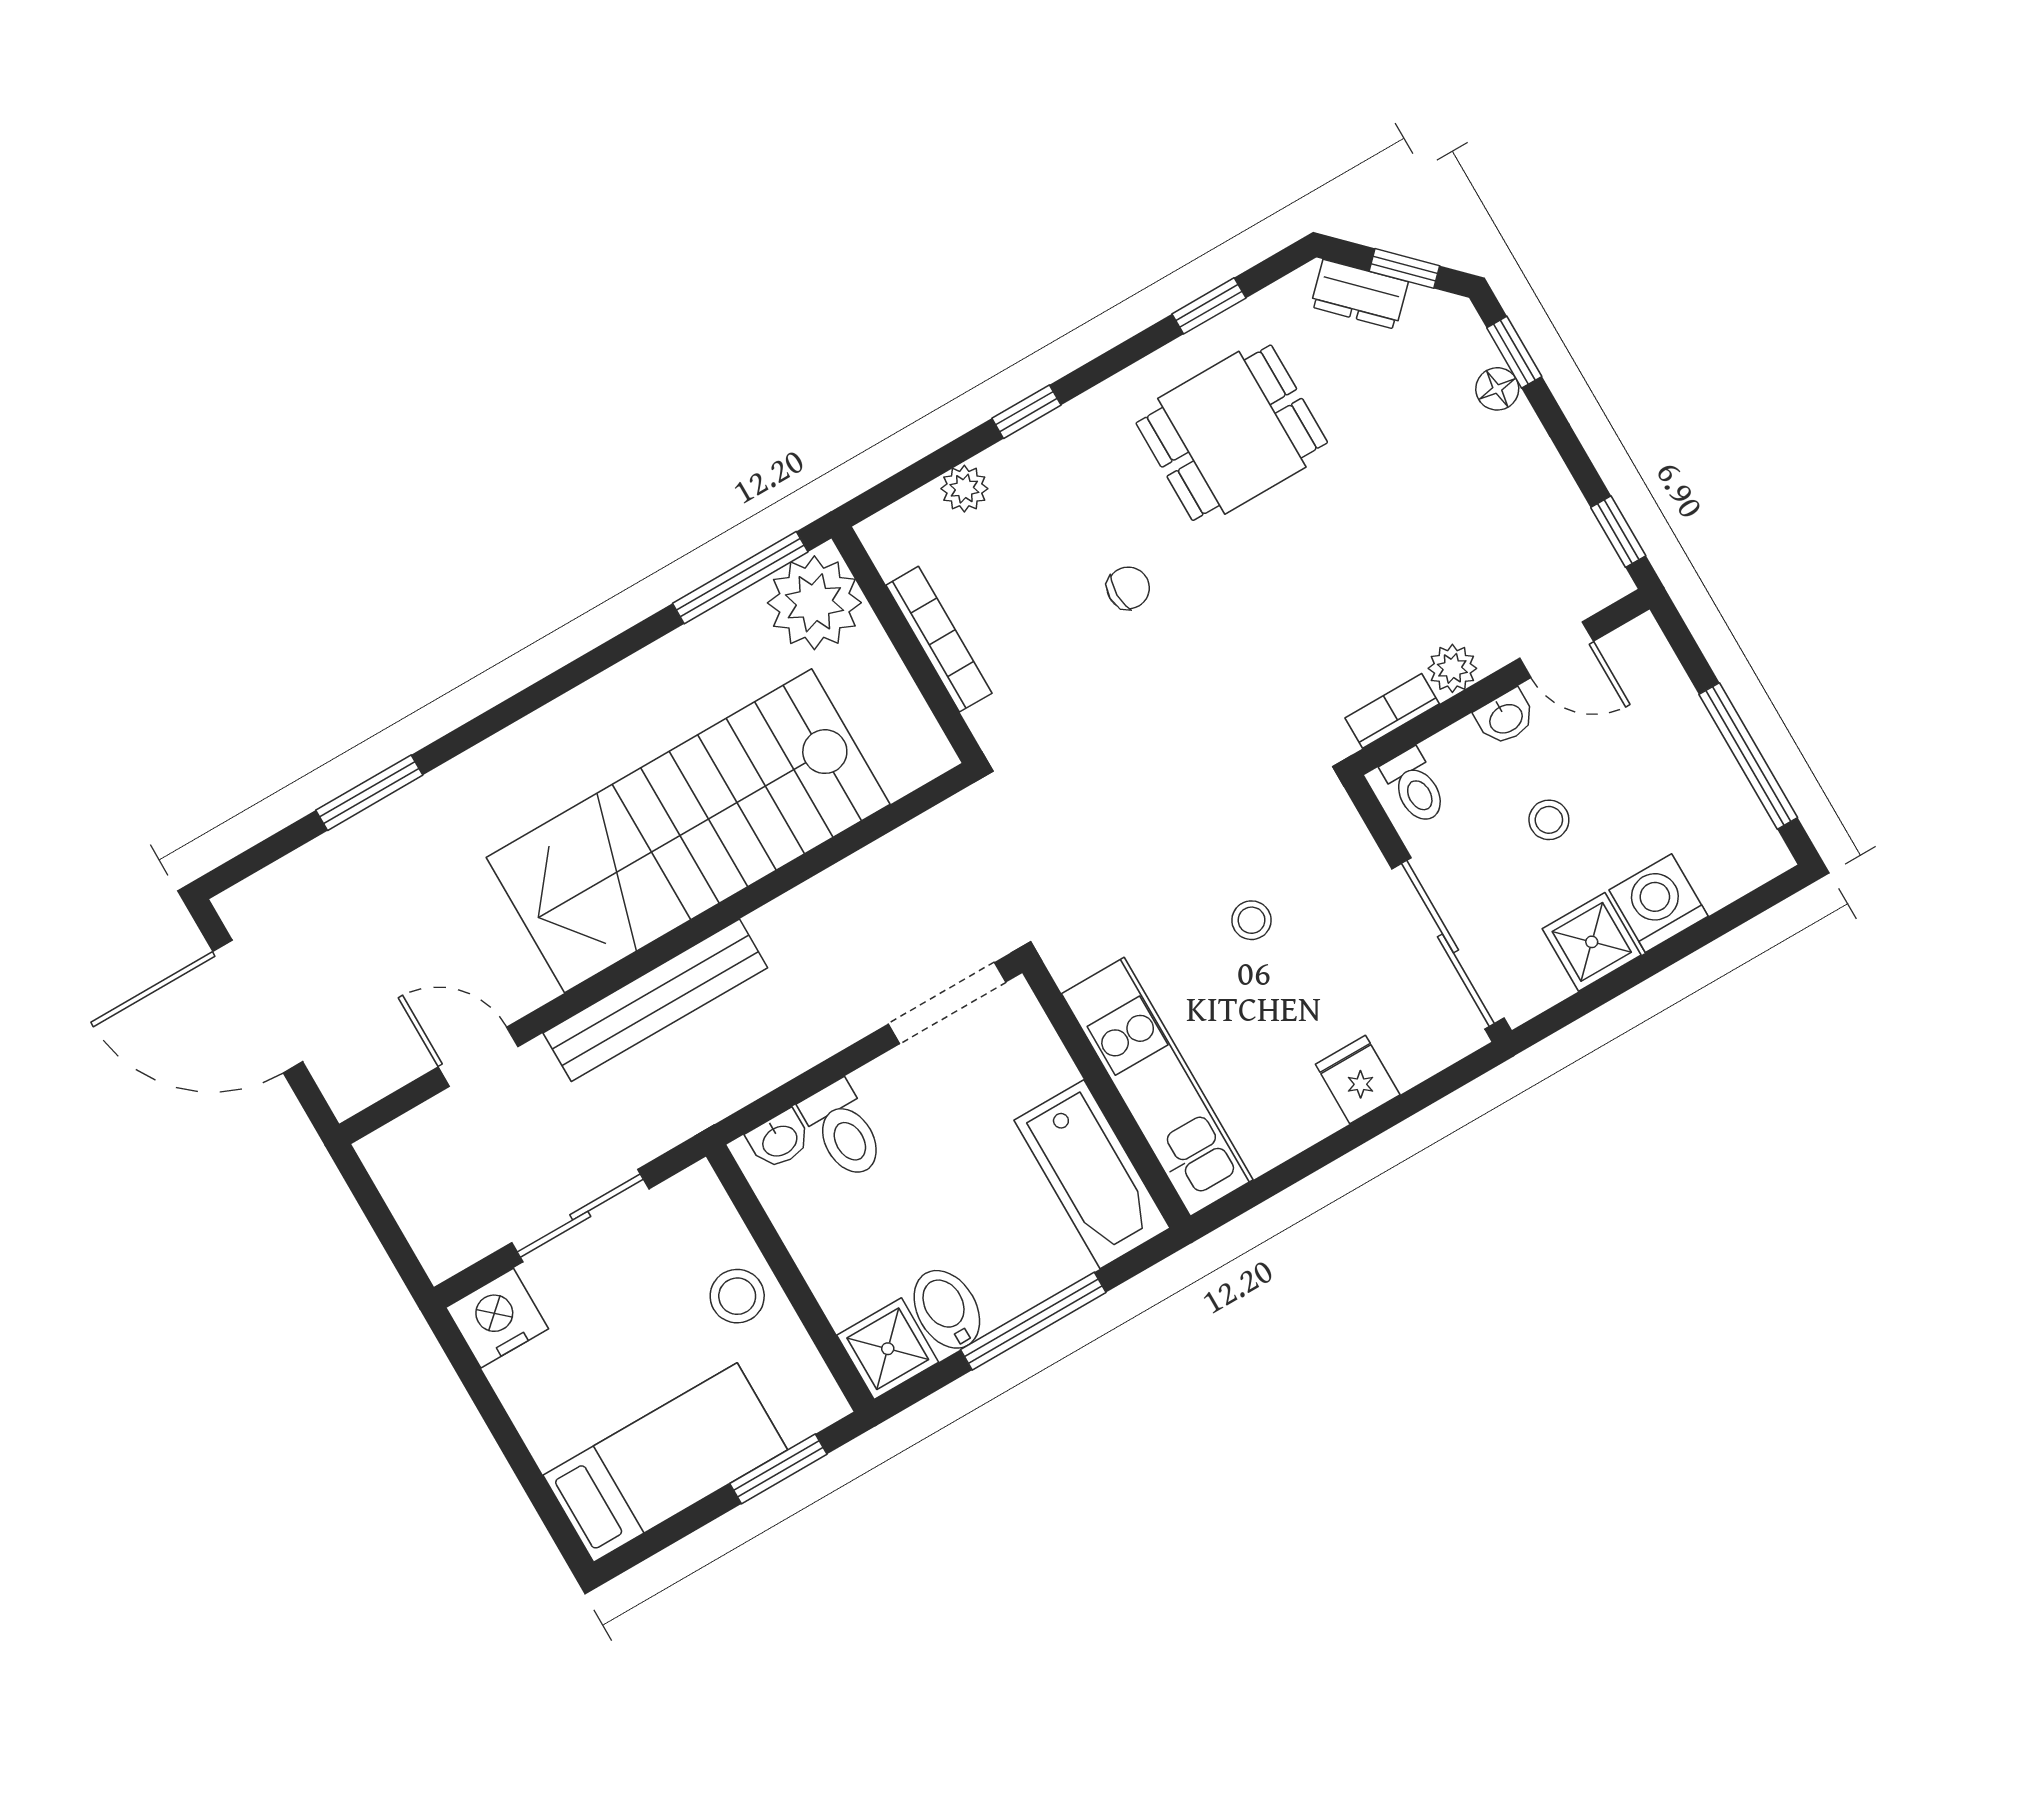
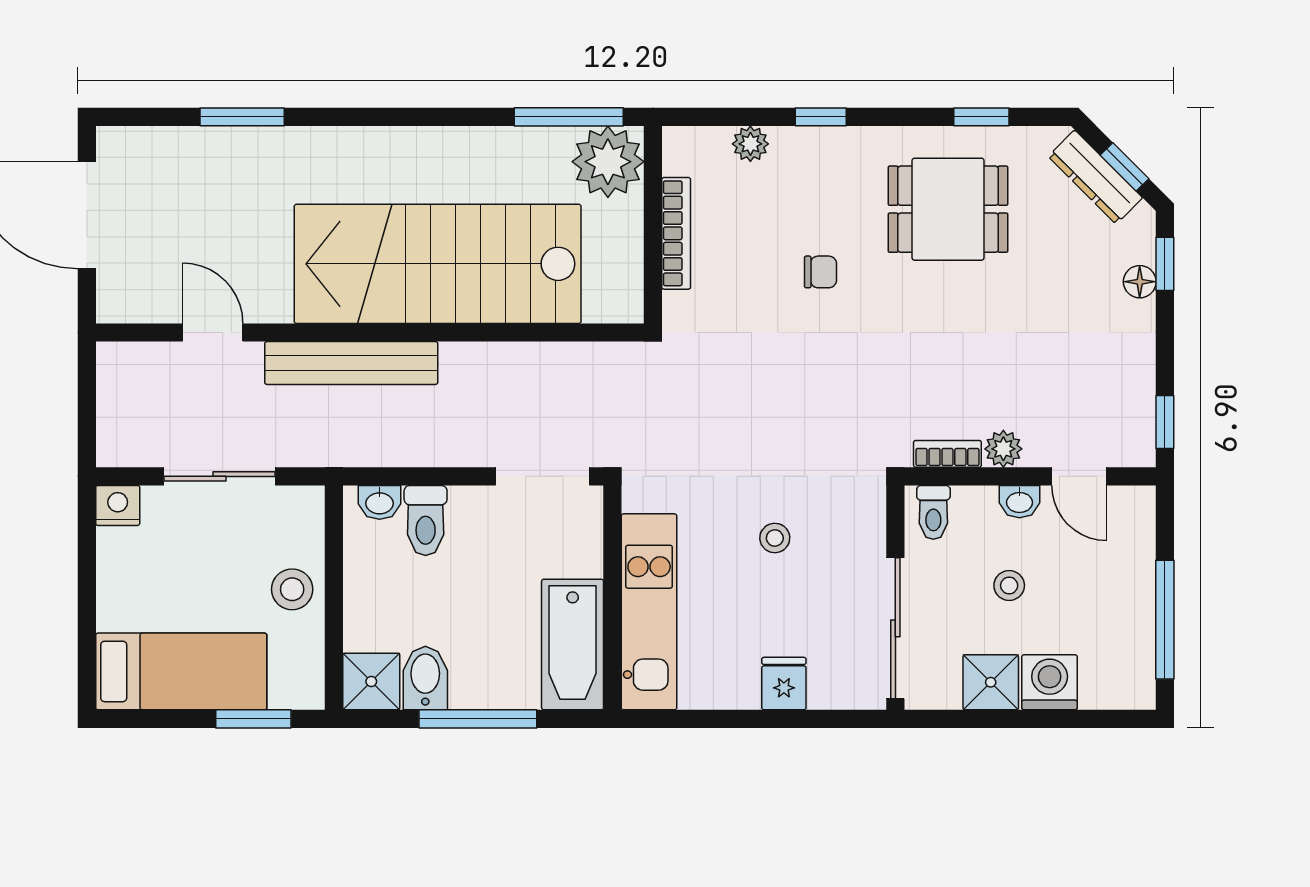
dresser: (1359, 294) -> (1095, 177), width x1.44
nightstand: (497, 1318) -> (118, 505), width x0.74, depth x0.75

